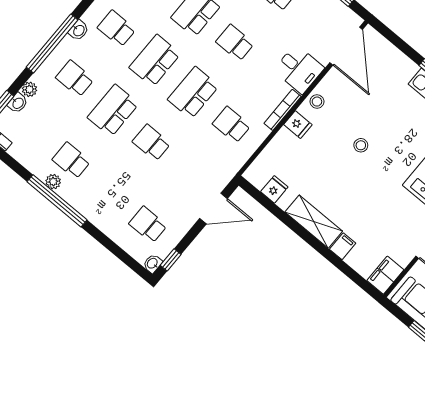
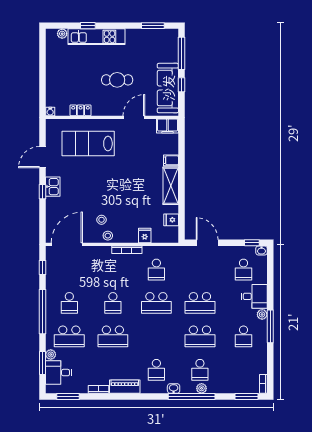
school desk: (155, 61) -> (156, 336), removed
desk: (299, 69) -> (254, 296), moved, turned 90
plant: (30, 89) -> (202, 388), moved
washbasin: (18, 103) -> (237, 389), removed
fridge: (298, 125) -> (145, 236), moved
school desk: (151, 143) -> (200, 303), width x1.85
stool: (361, 145) -> (102, 220), moved
plant: (53, 182) -> (262, 314), moved
window: (57, 201) -> (270, 326), width x0.68

